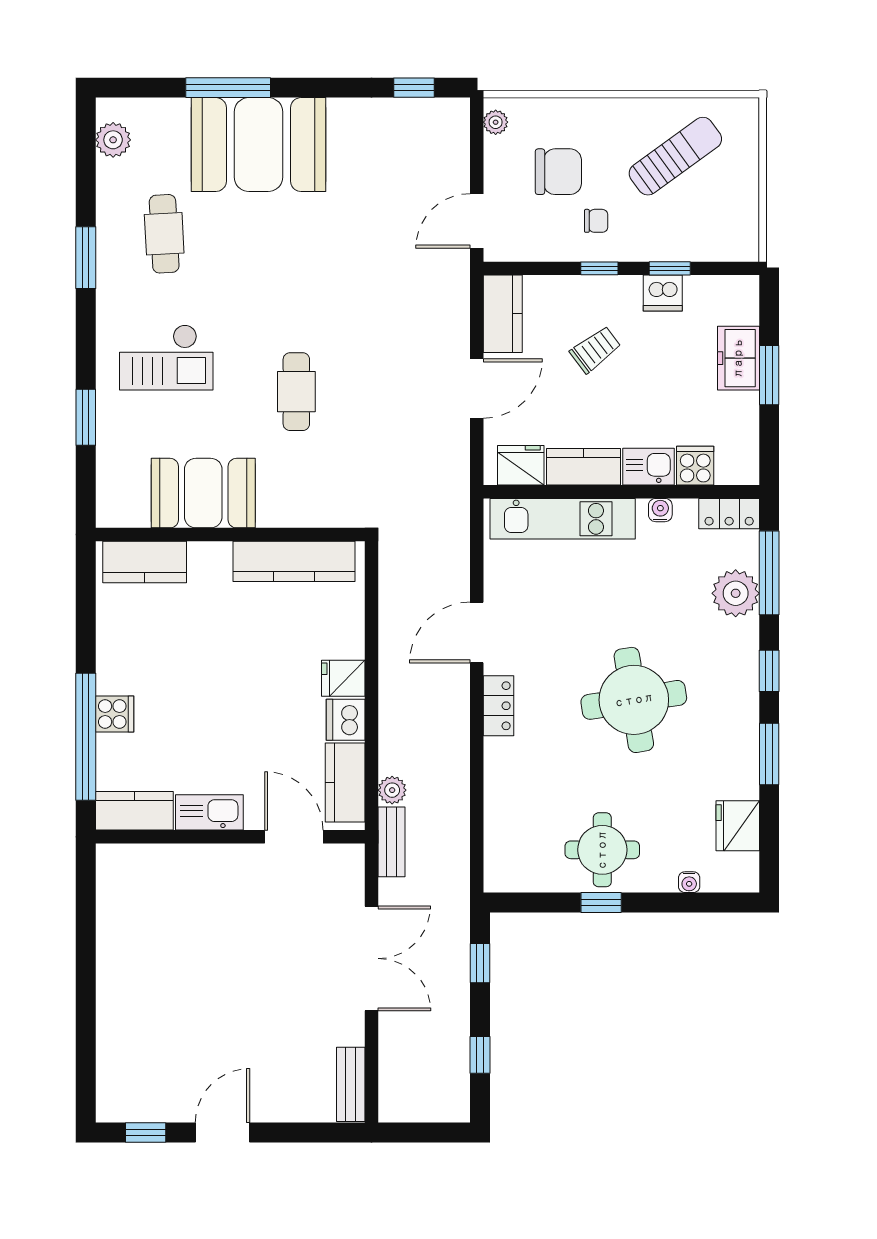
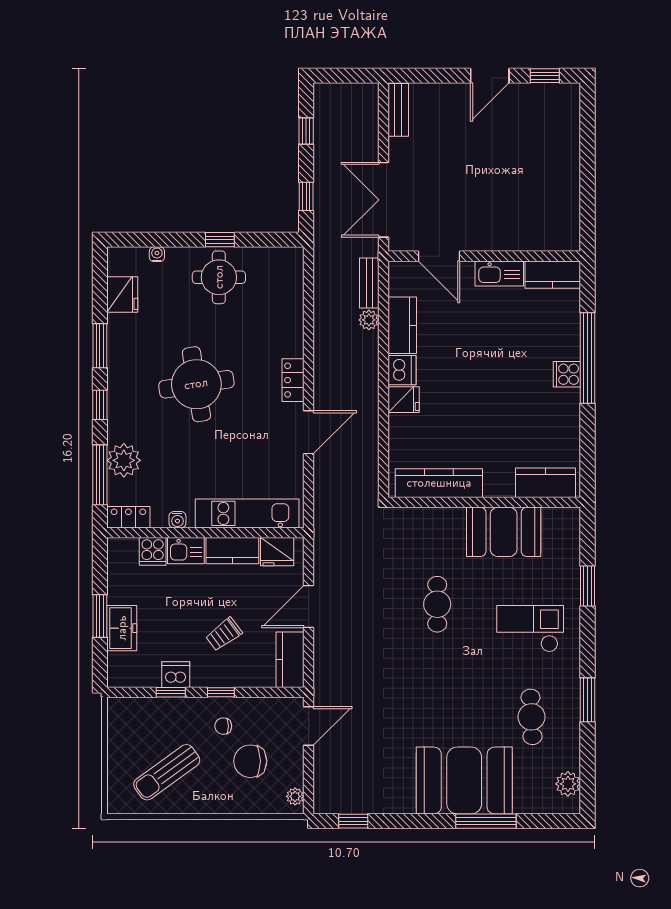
kitchen counter: (134, 811) -> (553, 275), moved
kitchen sink: (209, 812) -> (499, 274), moved
wall: (230, 837) -> (484, 256), moved
door: (294, 837) -> (439, 256), moved

